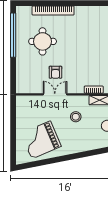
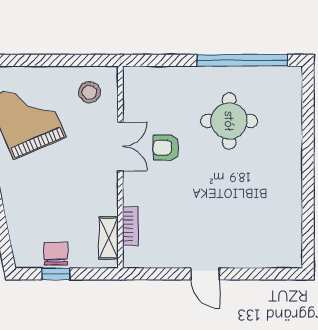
bookcase: (53, 10) -> (293, 143), removed
stool: (76, 117) -> (89, 92), moved

